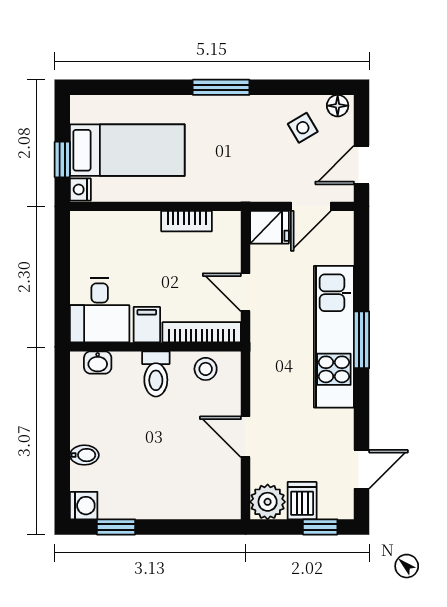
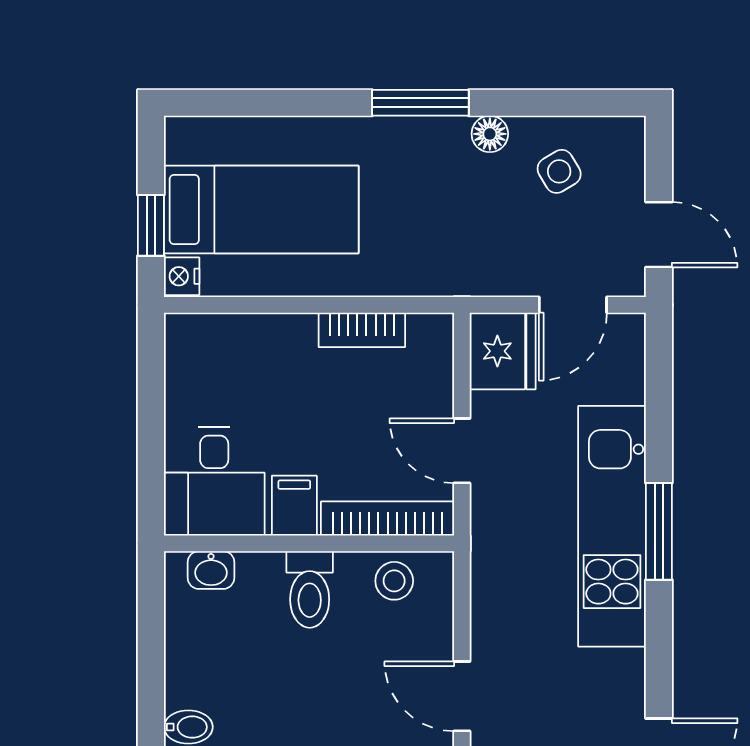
floor lamp: (338, 106) -> (490, 134), moved
door: (362, 165) -> (659, 235), swing flipped
fridge: (270, 227) -> (503, 351), width x1.38

